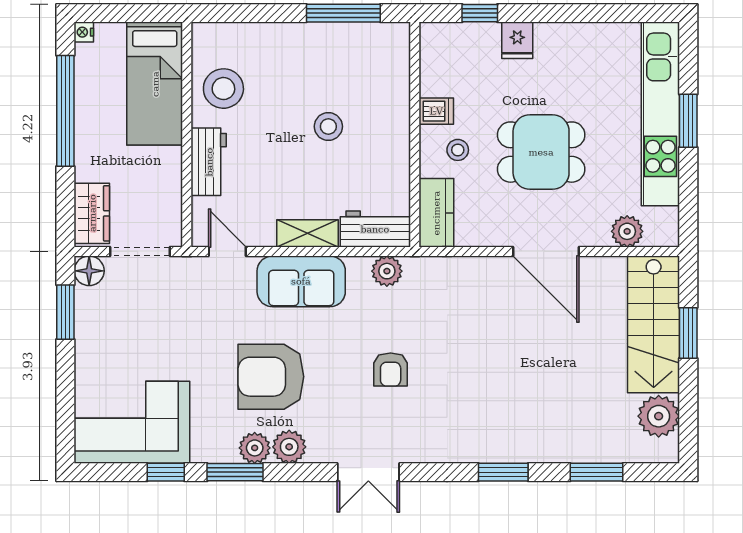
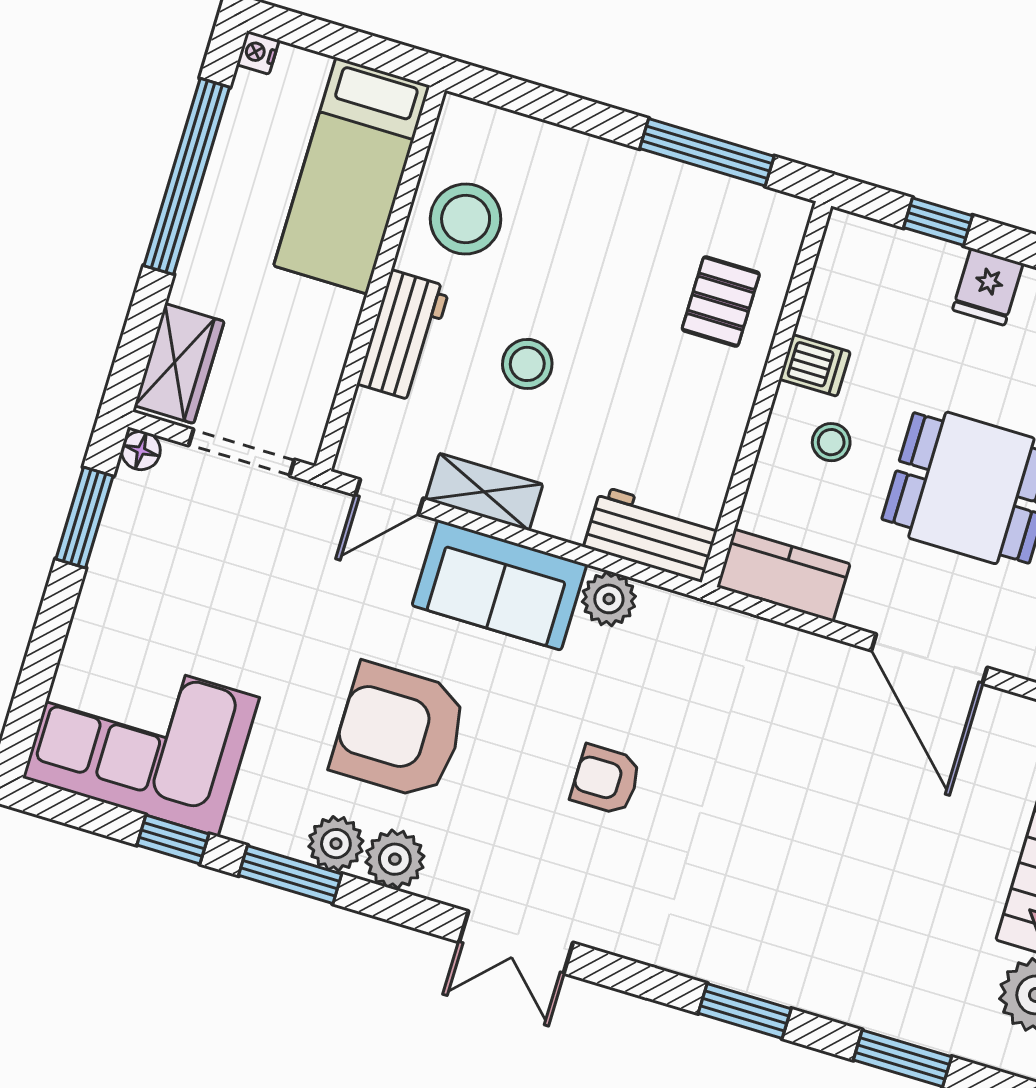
pallet: (375, 92) -> (721, 302), added
stool: (328, 126) -> (527, 364), moved
kitchen counter: (436, 213) -> (783, 575), moved, turned -90
shelving: (308, 233) -> (484, 492), moved
door: (227, 251) -> (389, 497), swing flipped
floor lamp: (89, 271) -> (141, 451), width x0.73, depth x0.73
plant: (387, 271) -> (609, 599), moved
armchair: (391, 370) -> (606, 780), turned 90

